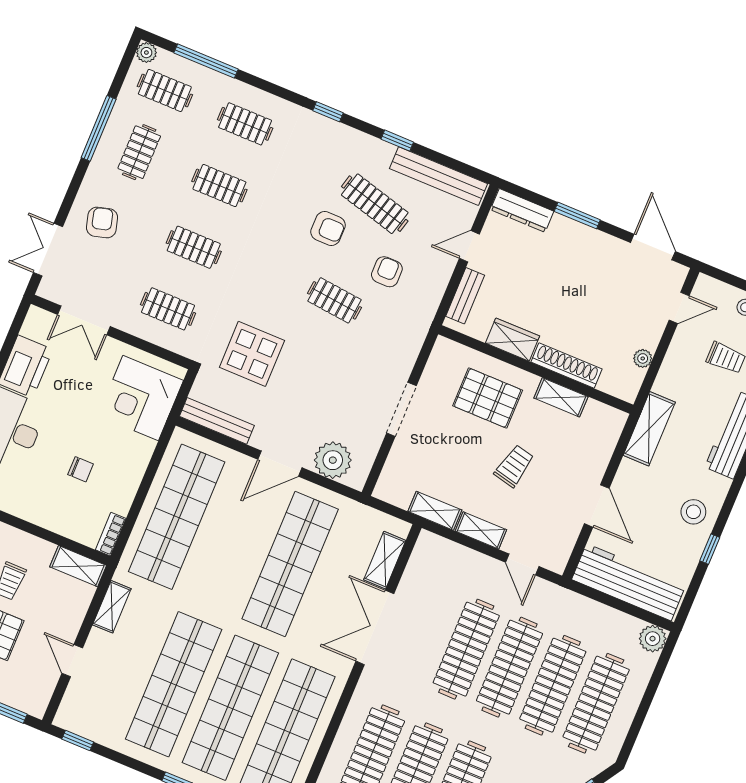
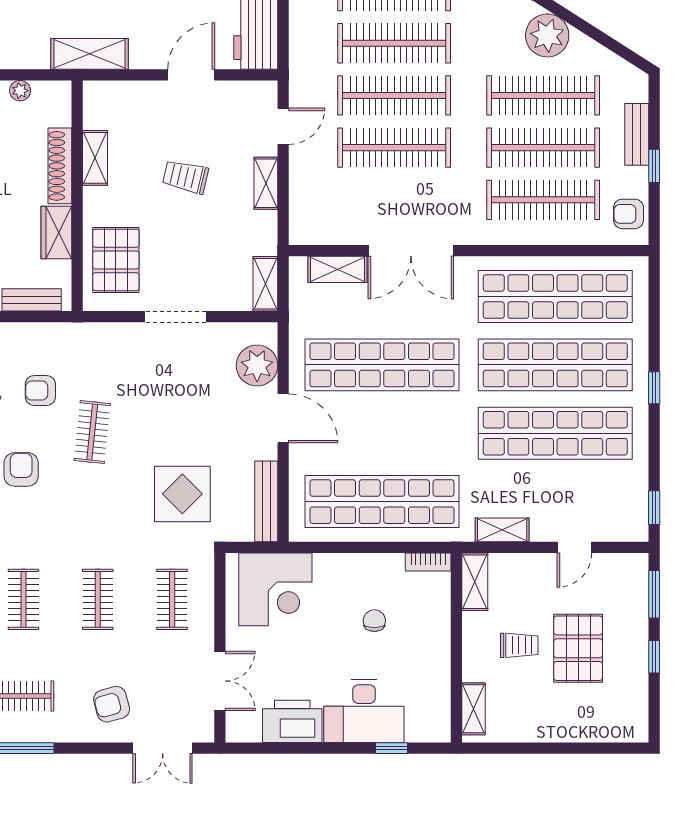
pallet: (488, 398) -> (116, 260), moved
shelving: (435, 511) -> (265, 284), moved

